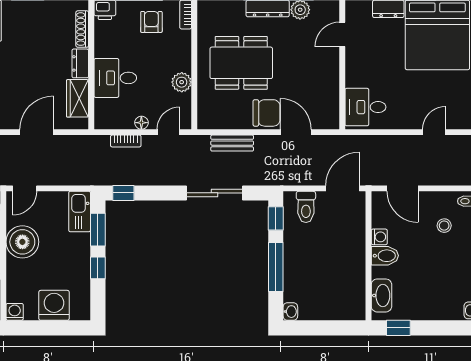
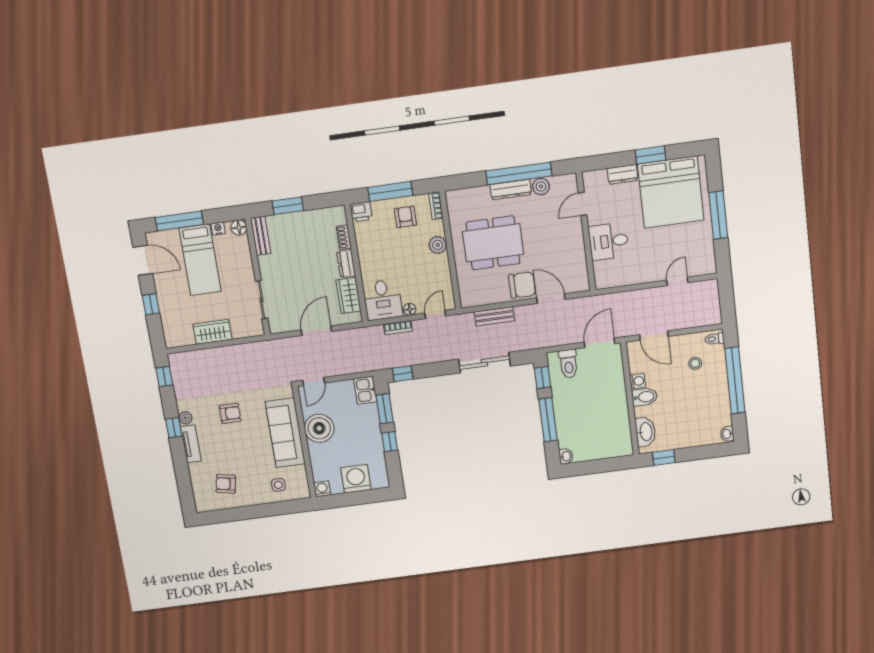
shoe rack: (82, 29) -> (344, 237), width x0.70
desk: (115, 78) -> (383, 300), moved, turned -90
plant: (182, 82) -> (438, 245), moved
desk: (365, 107) -> (609, 241), moved
kitchen sink: (80, 211) -> (365, 390), width x0.73

